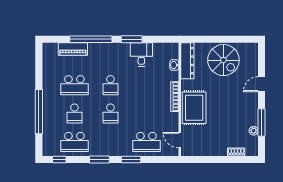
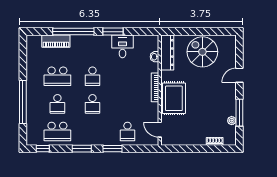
spiral stairs: (223, 60) -> (202, 52), turned 180
school desk: (146, 142) -> (127, 131), width x0.54

